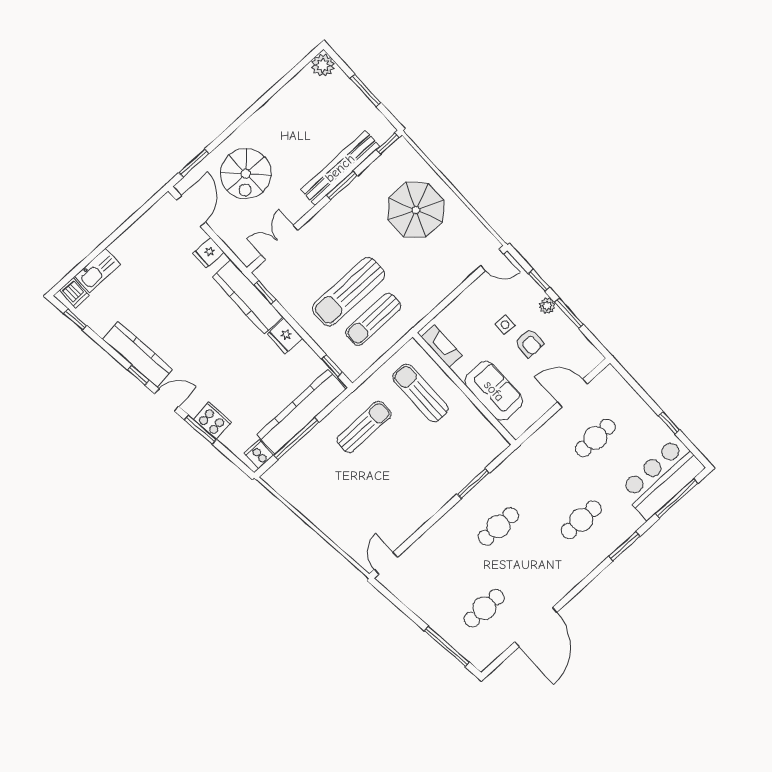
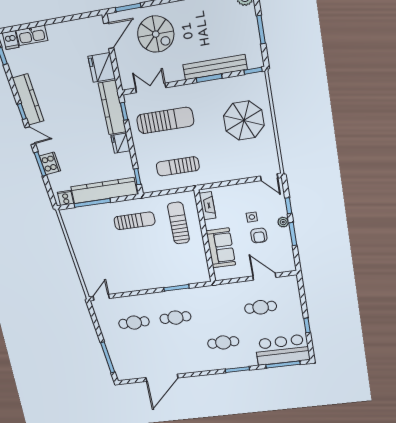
spiral stairs: (246, 174) -> (156, 34), turned -90
fridge: (208, 253) -> (102, 67), width x1.88, depth x1.34
sun lounger: (349, 292) -> (165, 120), moved, turned 180
cafe table: (484, 608) -> (134, 323), moved

